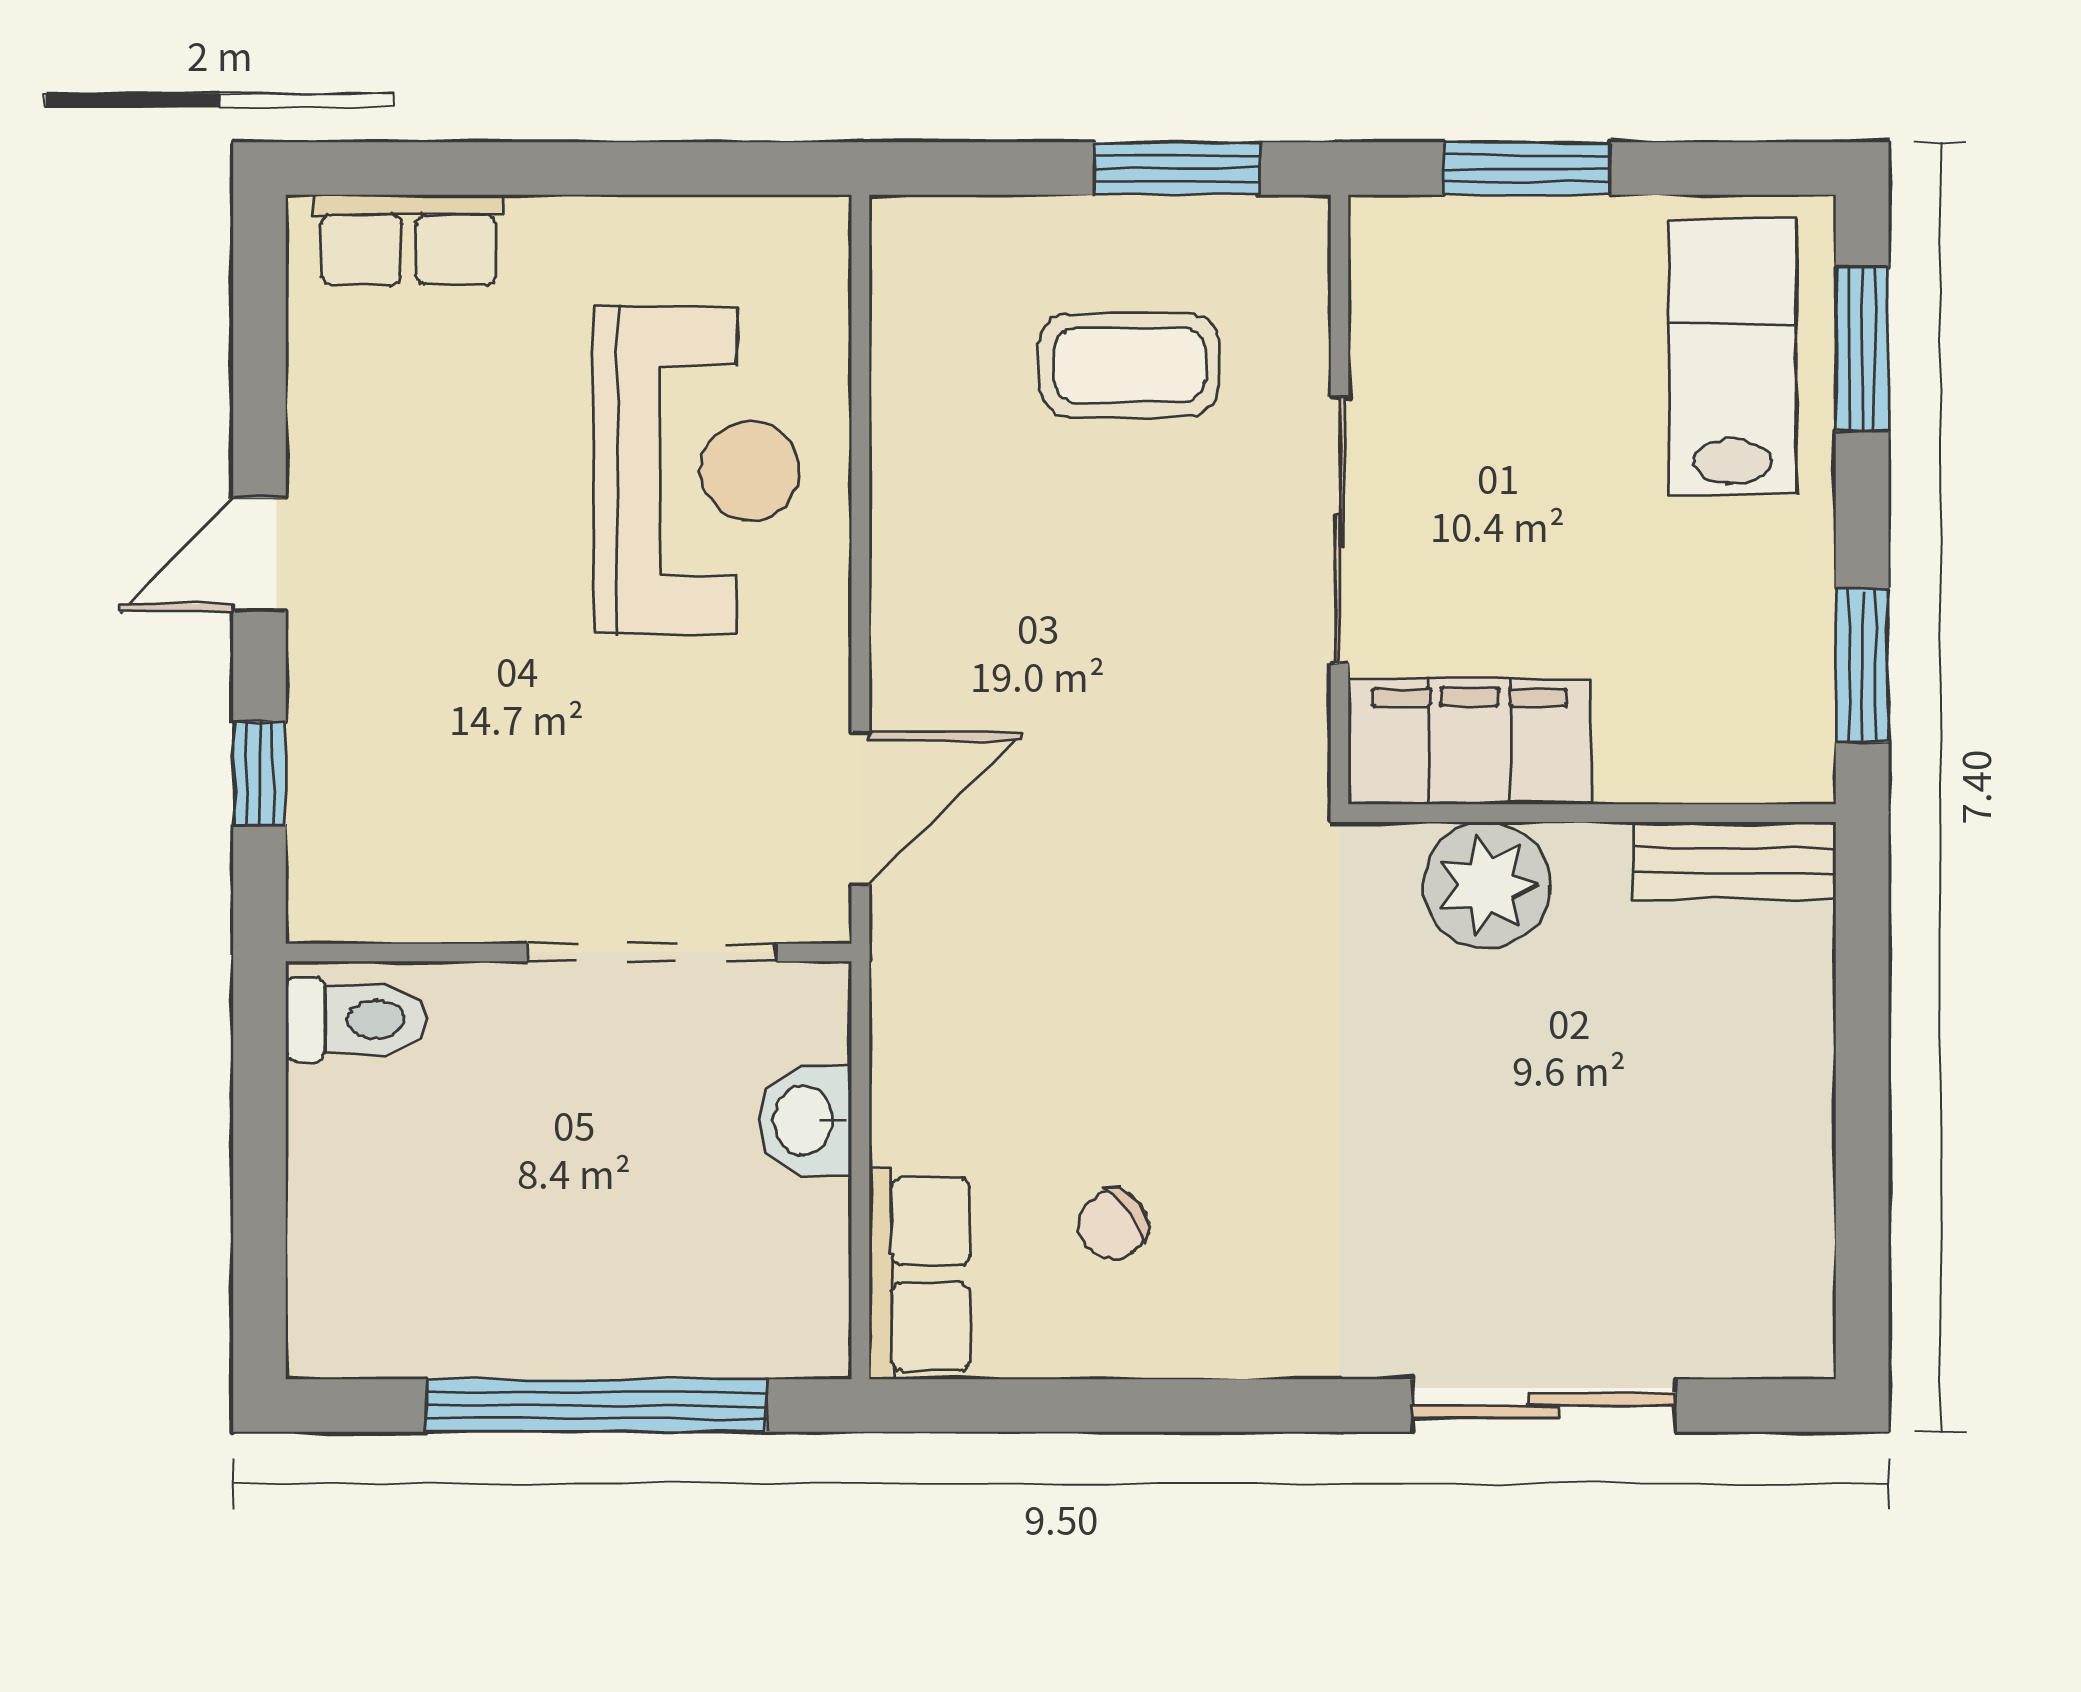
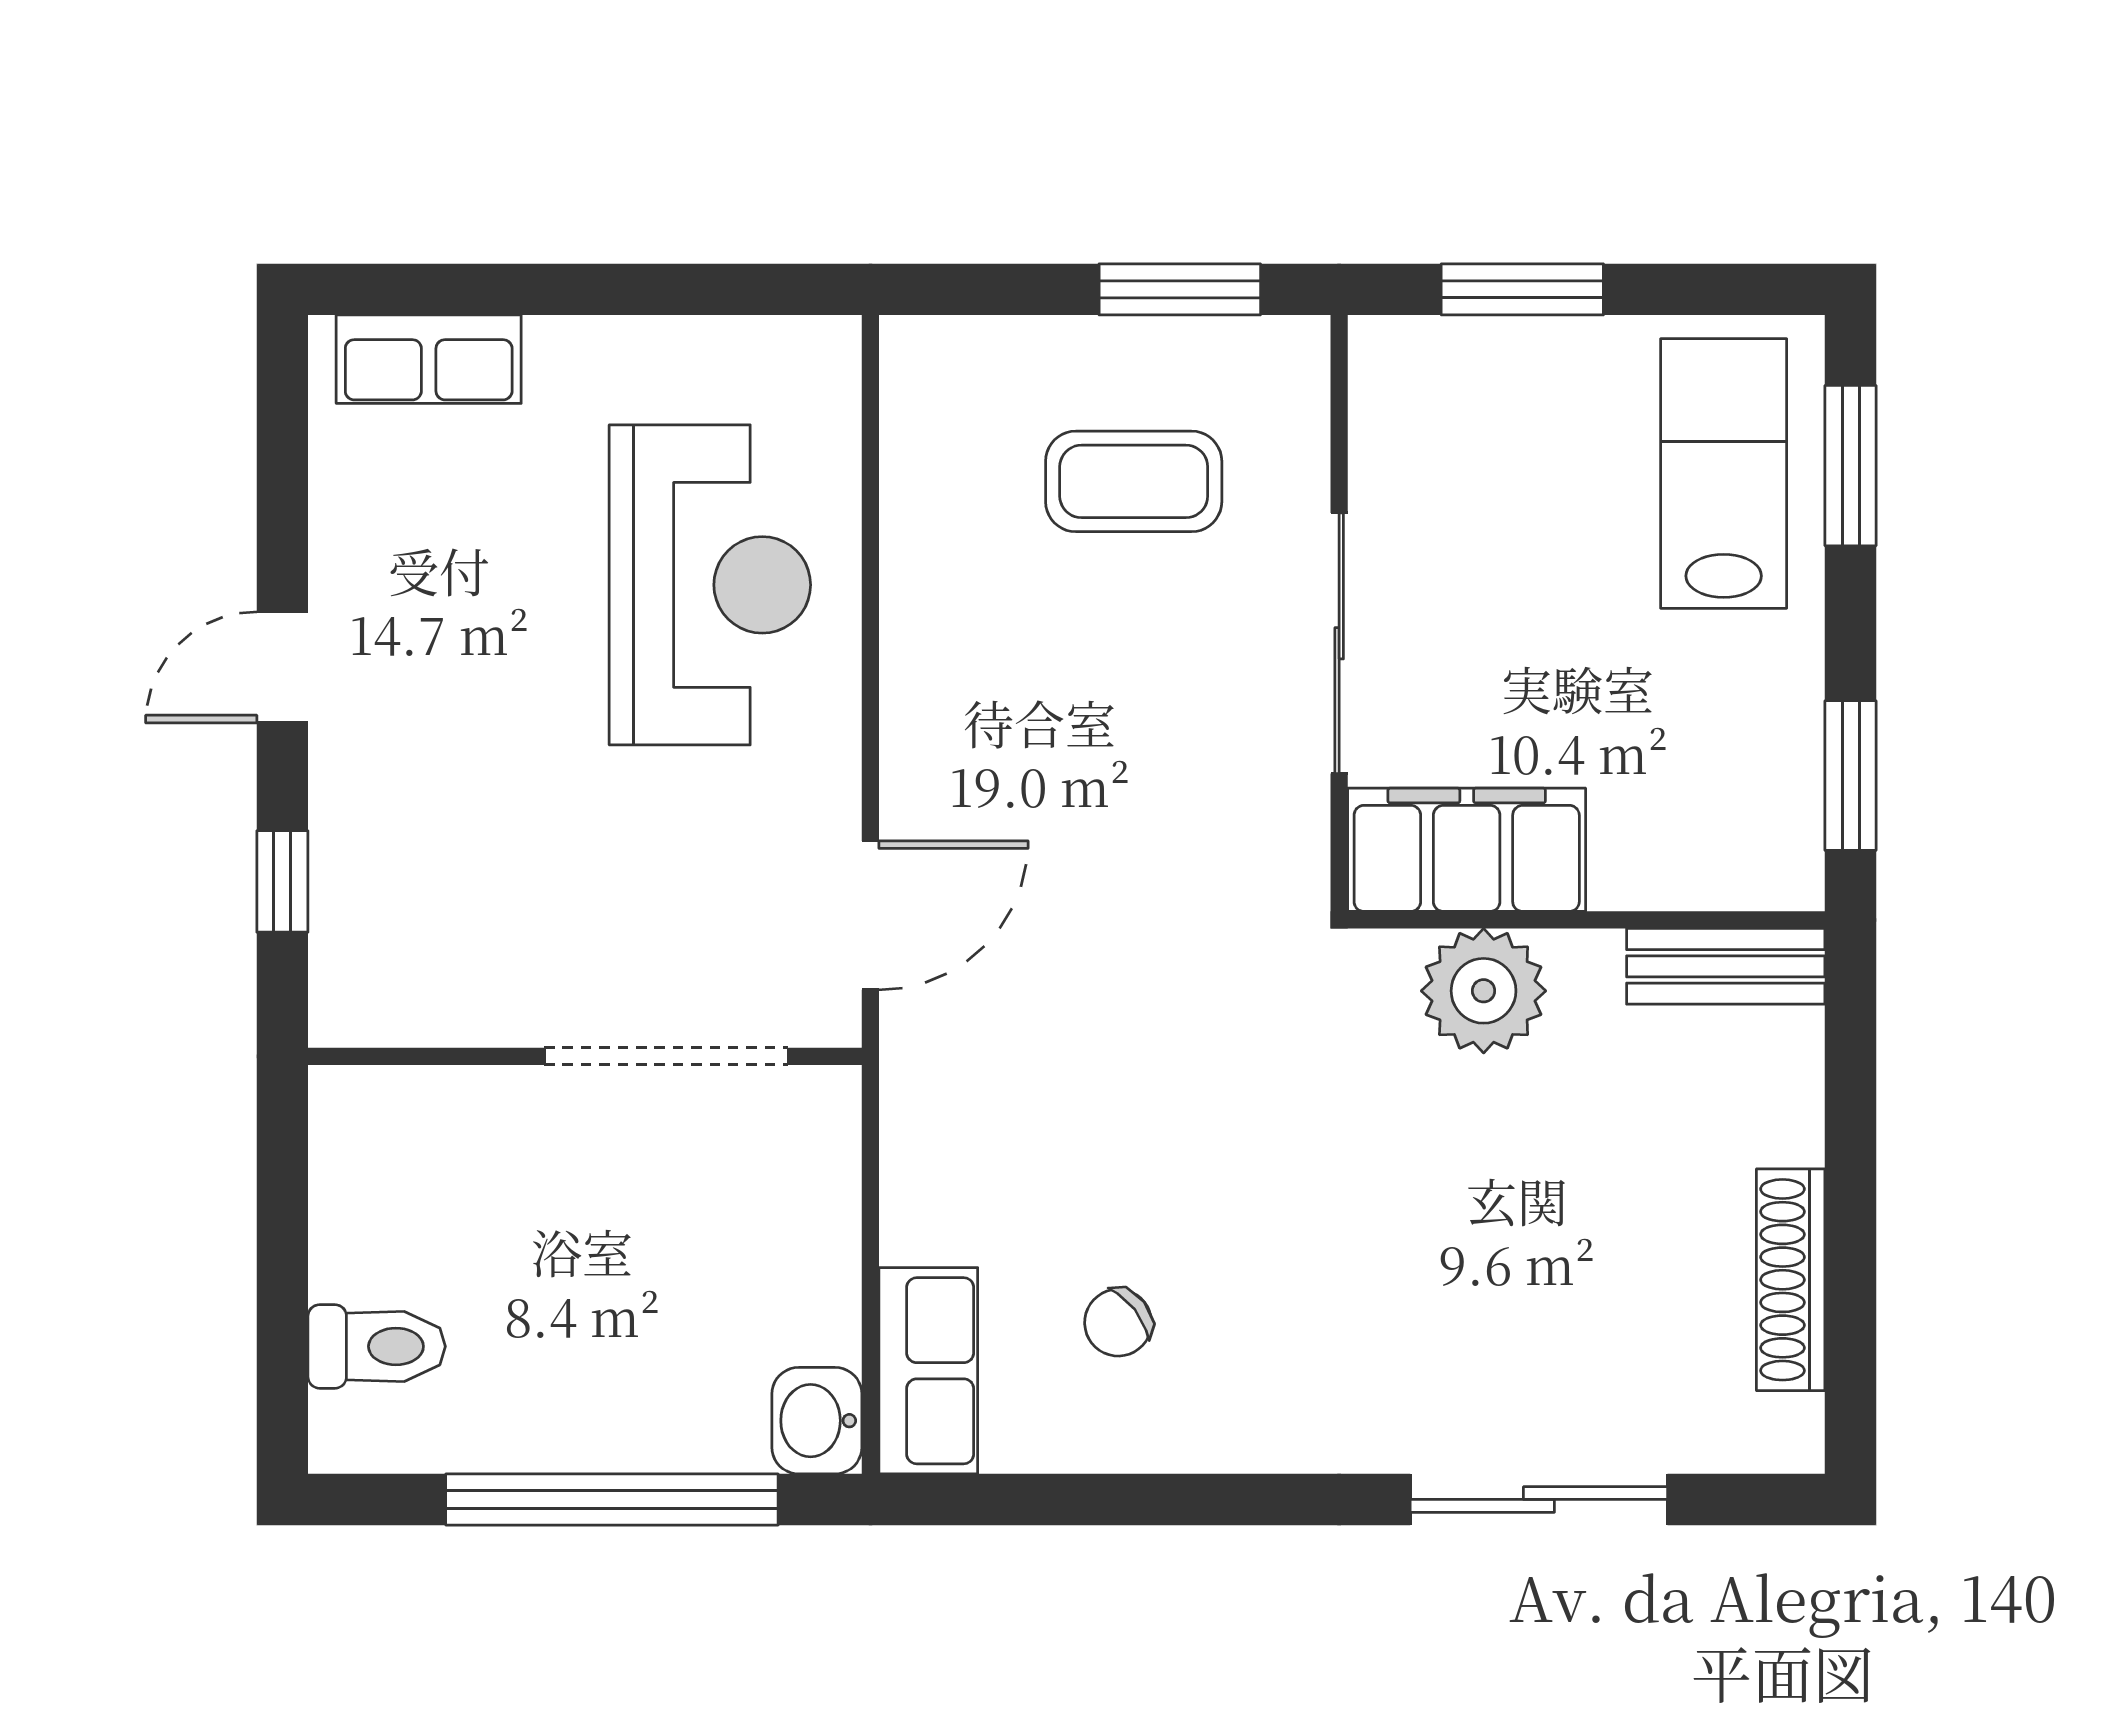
toilet: (356, 1020) -> (377, 1346), moved
washbasin: (806, 1120) -> (817, 1421), moved
shoe rack: (1801, 1181) -> (1791, 1280), added

